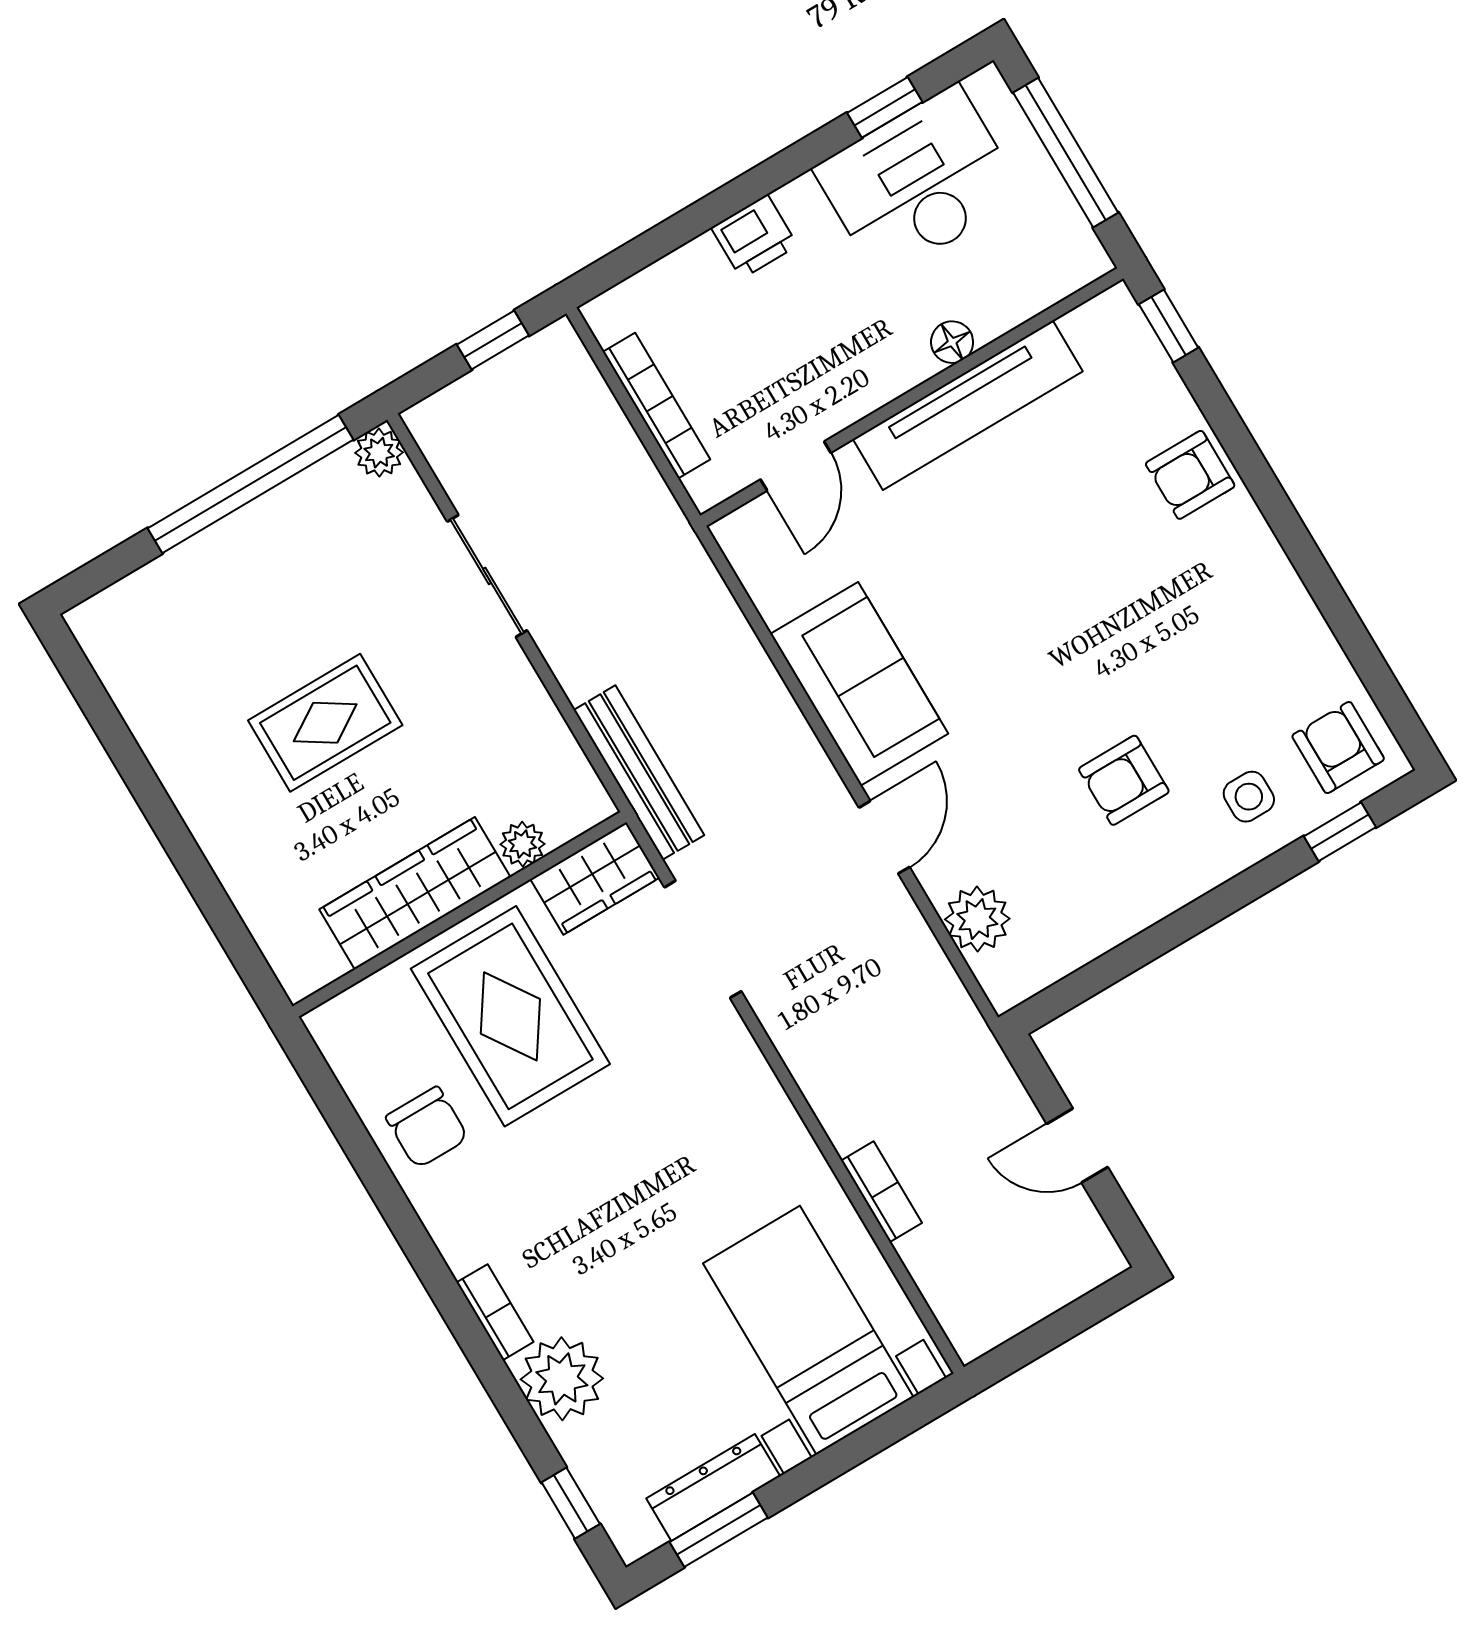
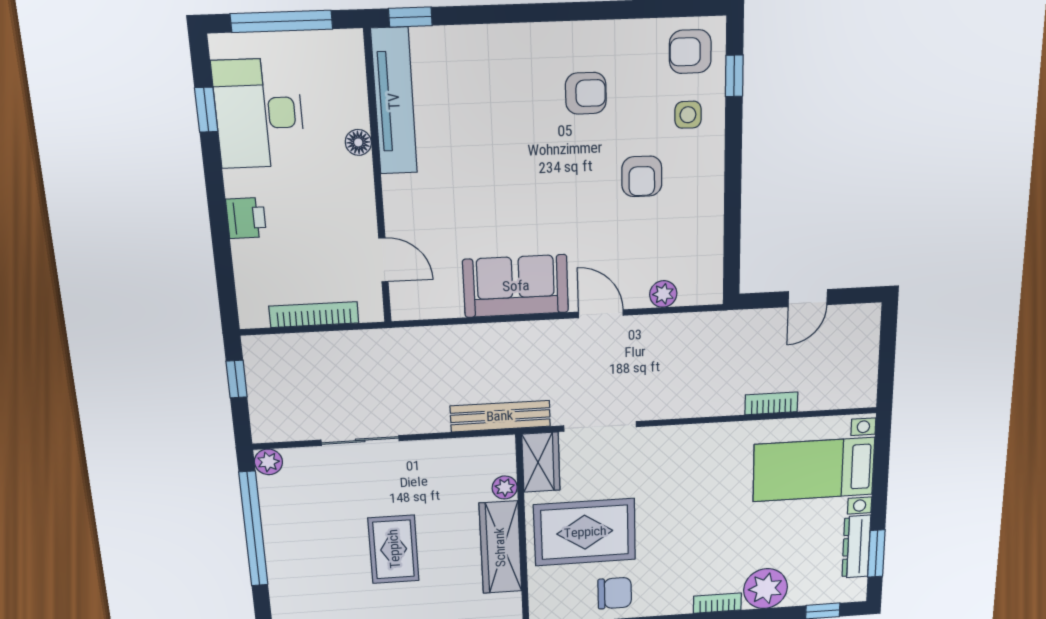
tv unit: (968, 405) -> (394, 101), moved
armchair: (1190, 475) -> (586, 93), moved, turned -90
plant: (977, 919) -> (663, 294), width x0.73, depth x0.73

